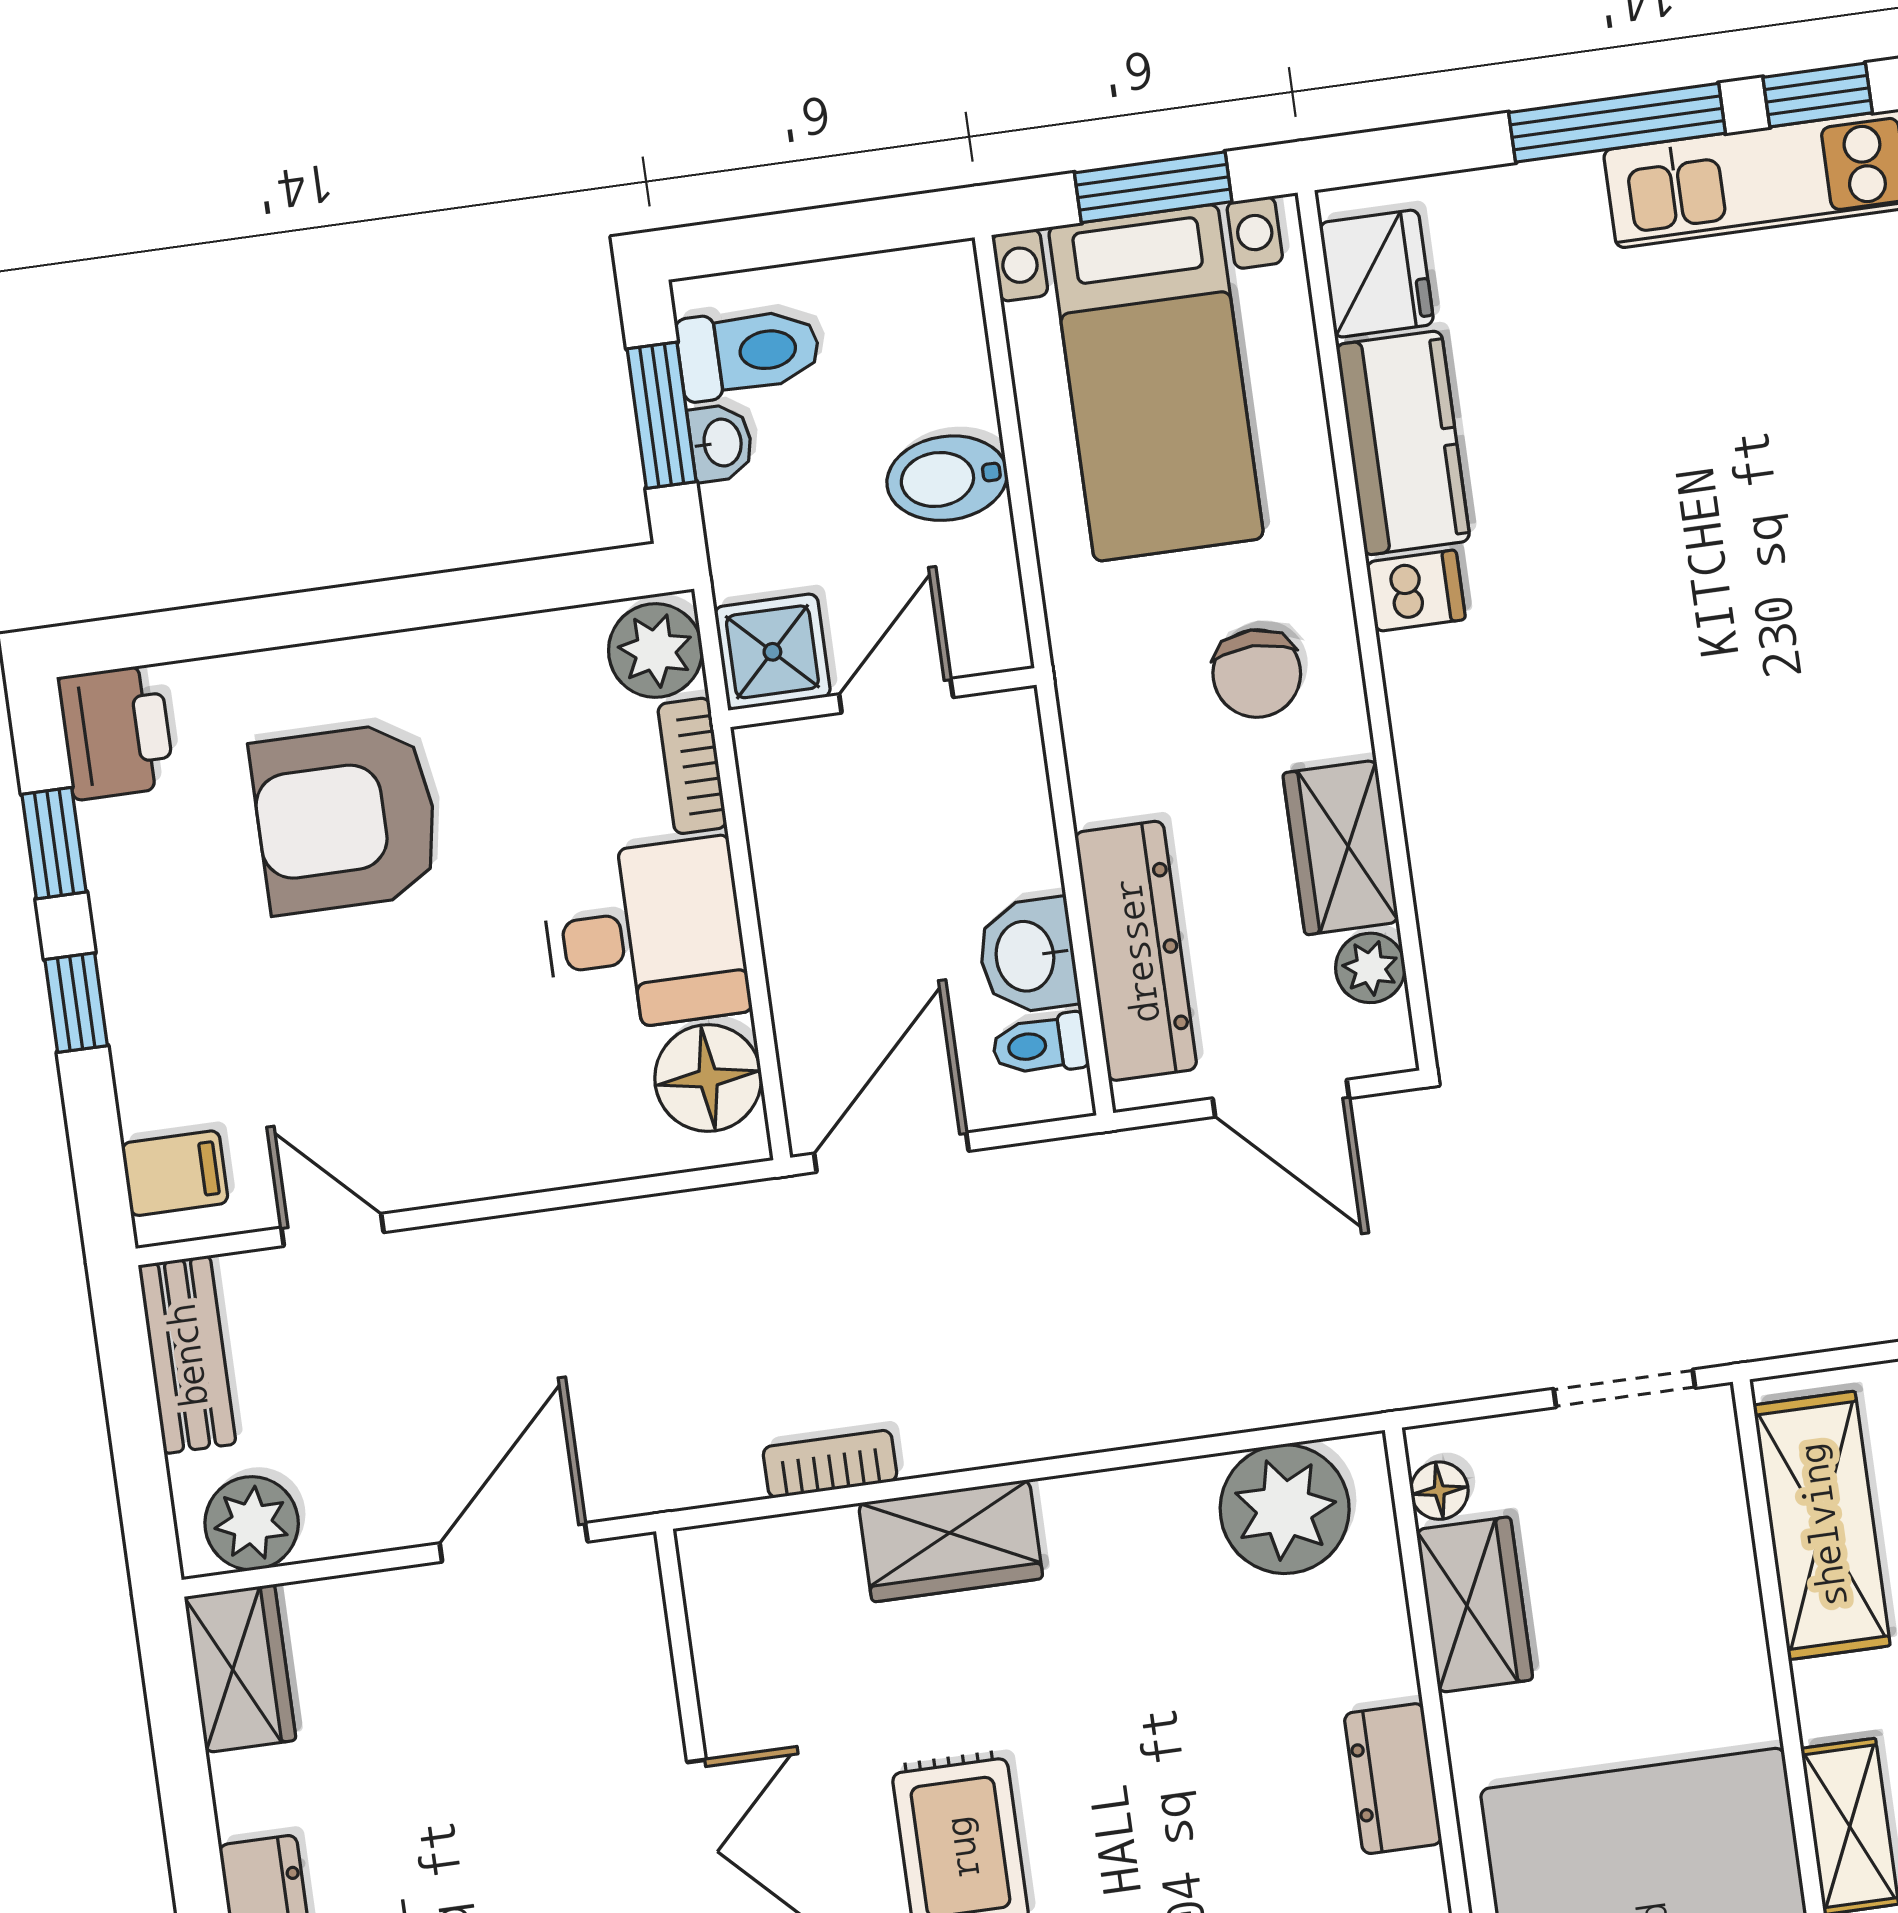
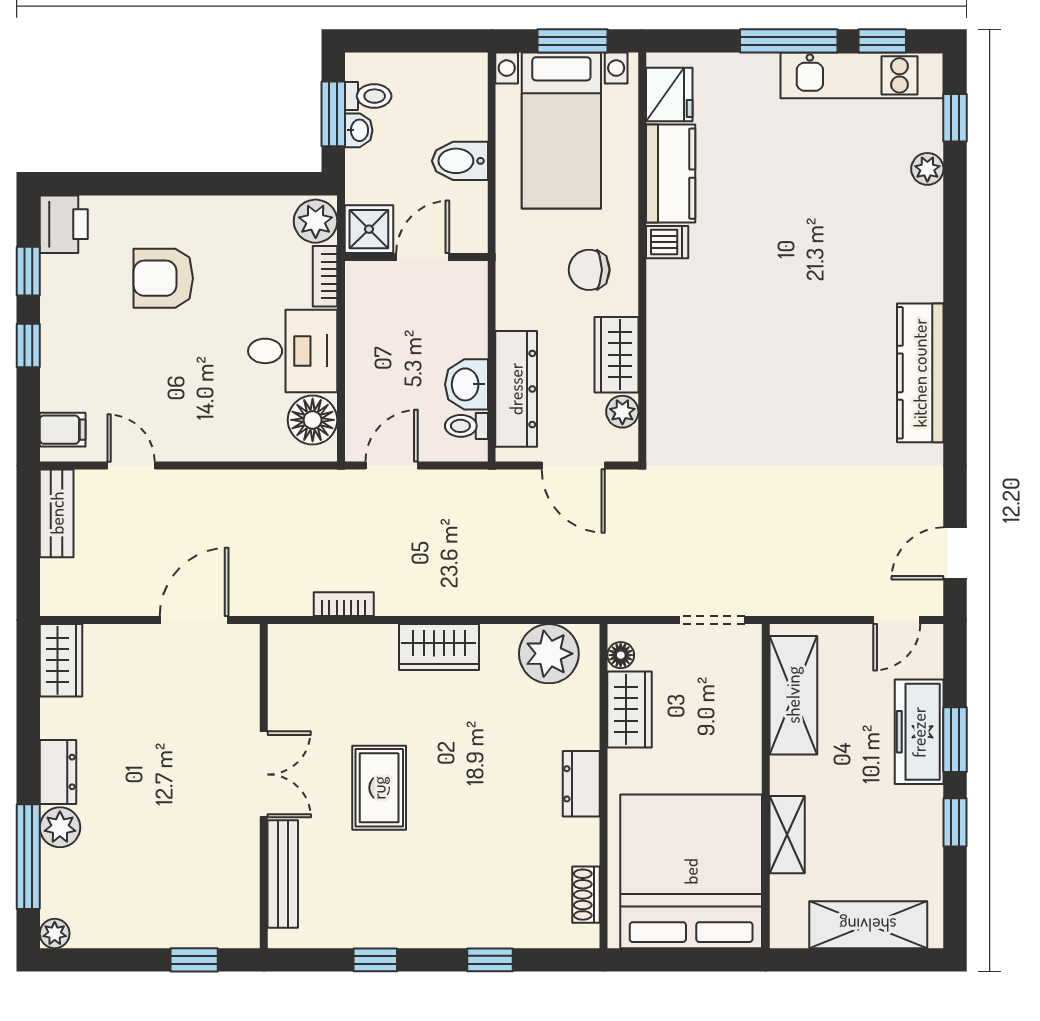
toilet: (749, 352) -> (368, 96), width x0.73, depth x0.72
chair: (1257, 673) -> (589, 270), turned 90
armchair: (346, 818) -> (163, 278), width x0.73, depth x0.73
door: (891, 1152) -> (392, 466), width x0.73
plant: (252, 1523) -> (76, 595), removed
wardrobe: (951, 1541) -> (439, 647), moved

